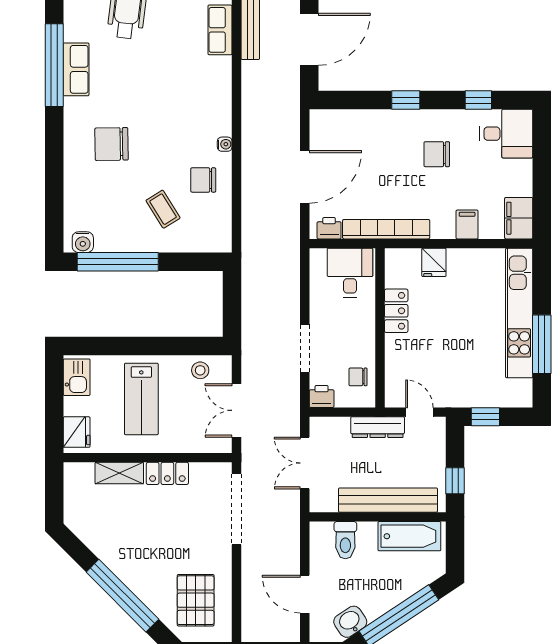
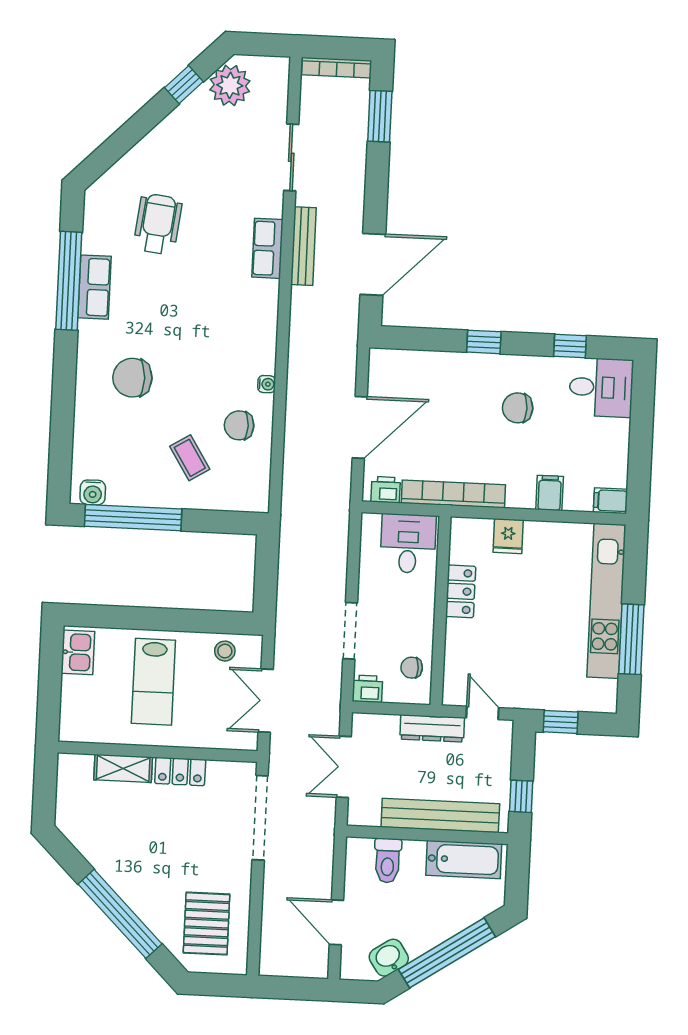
filing cabinet: (519, 218) -> (611, 501), width x0.50
fridge: (77, 432) -> (75, 717), removed

